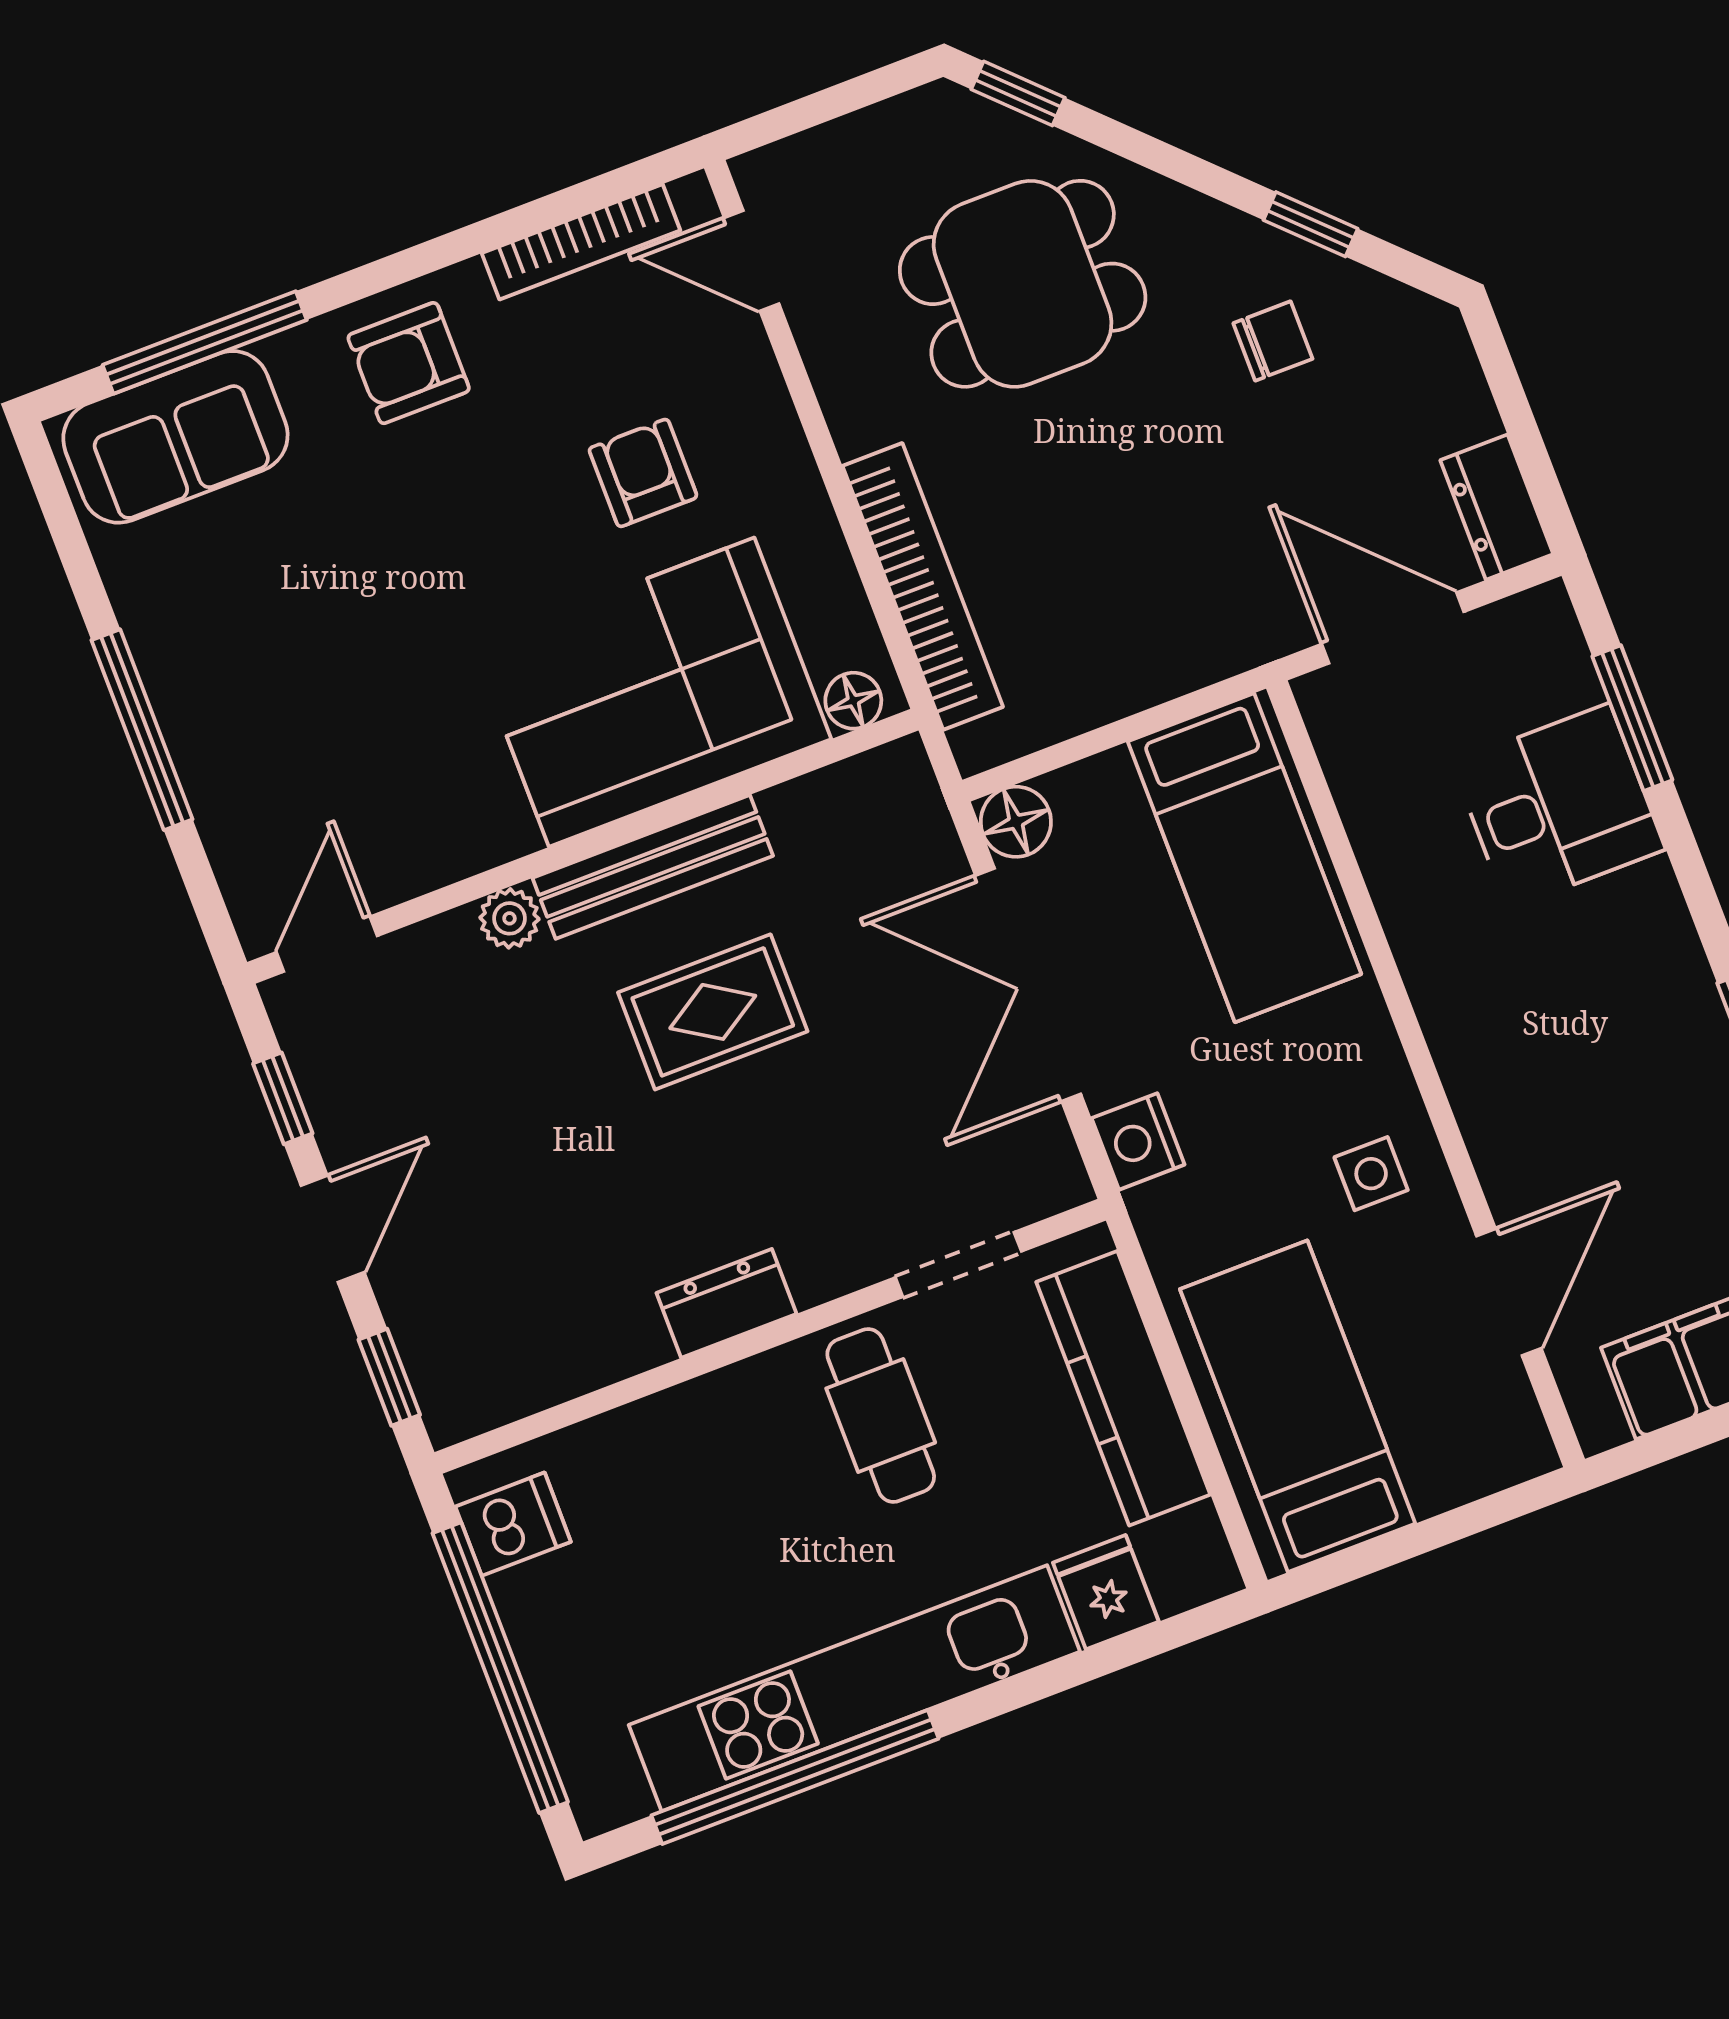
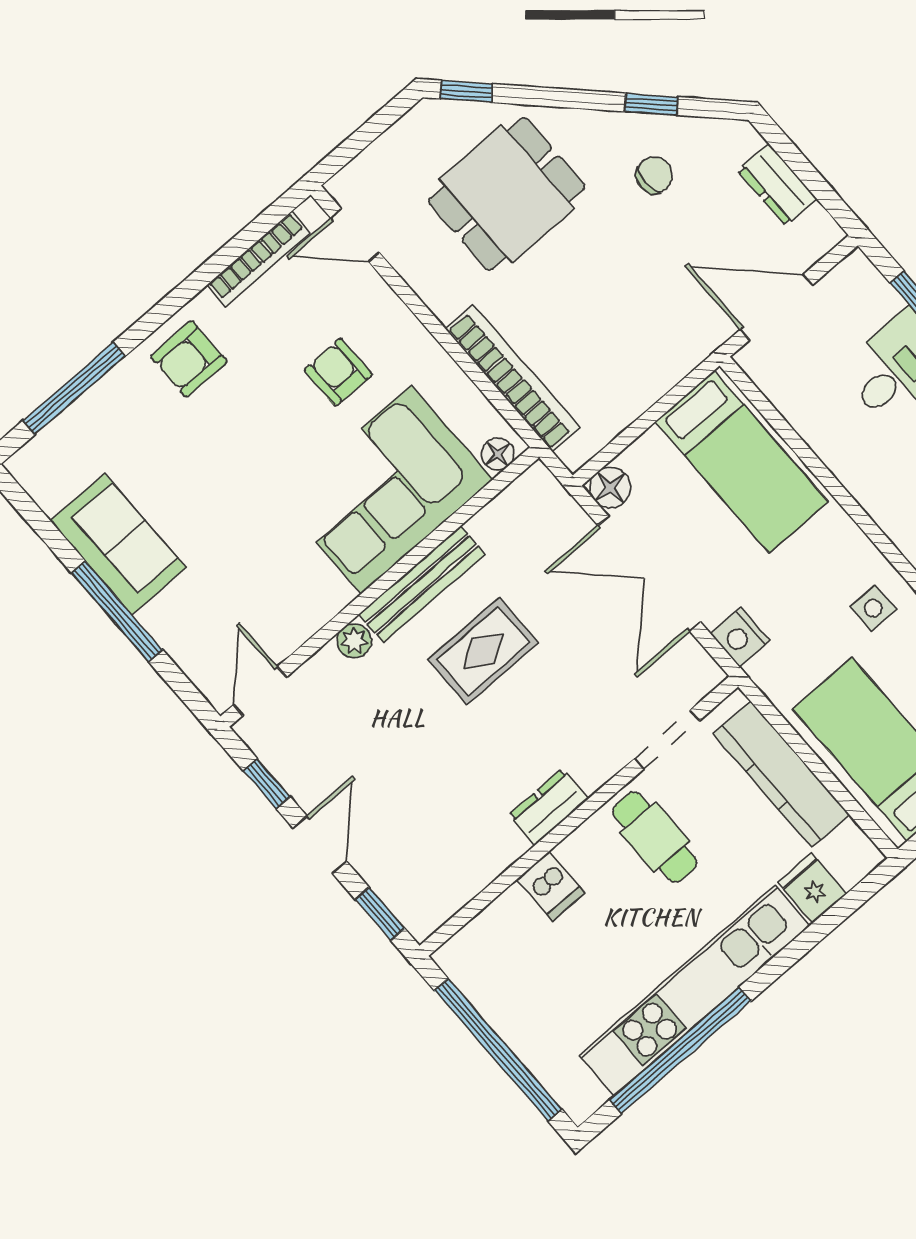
sofa: (175, 437) -> (118, 544), moved, turned -90
dresser: (1497, 507) -> (777, 185), moved
dishwasher: (513, 1524) -> (551, 886), moved, turned 90

